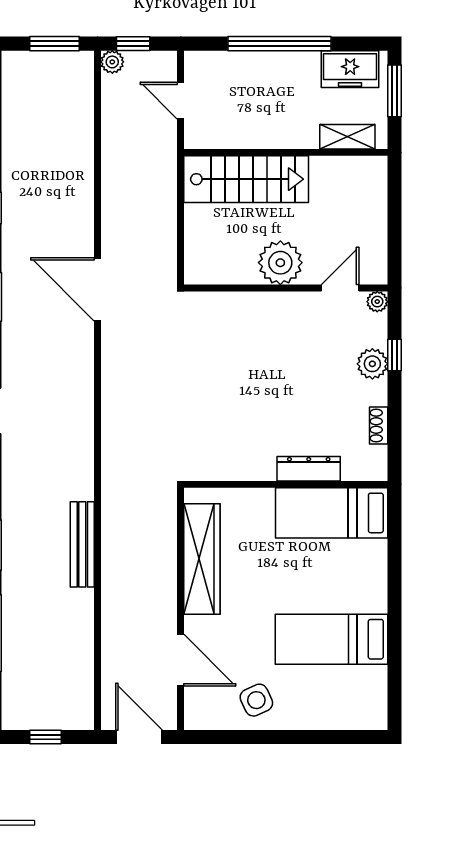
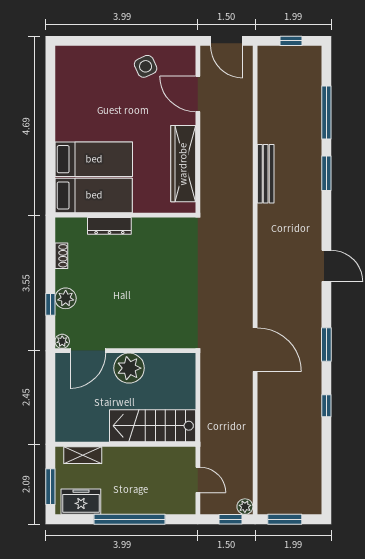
door: (340, 288) -> (88, 351), width x1.38
bed: (332, 639) -> (94, 159), moved

